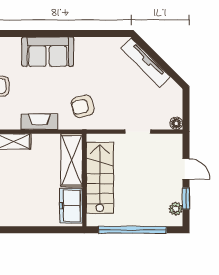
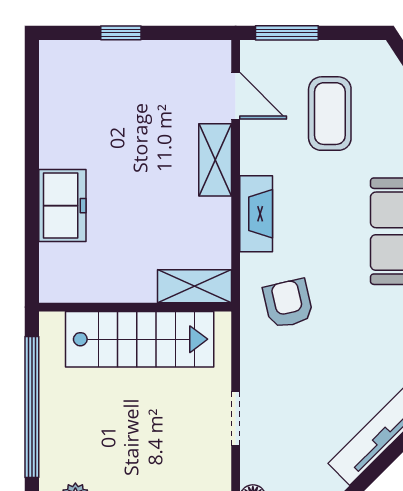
shelving: (72, 160) -> (195, 286), width x0.67, depth x0.75
freezer: (71, 206) -> (62, 206), moved, turned 90

